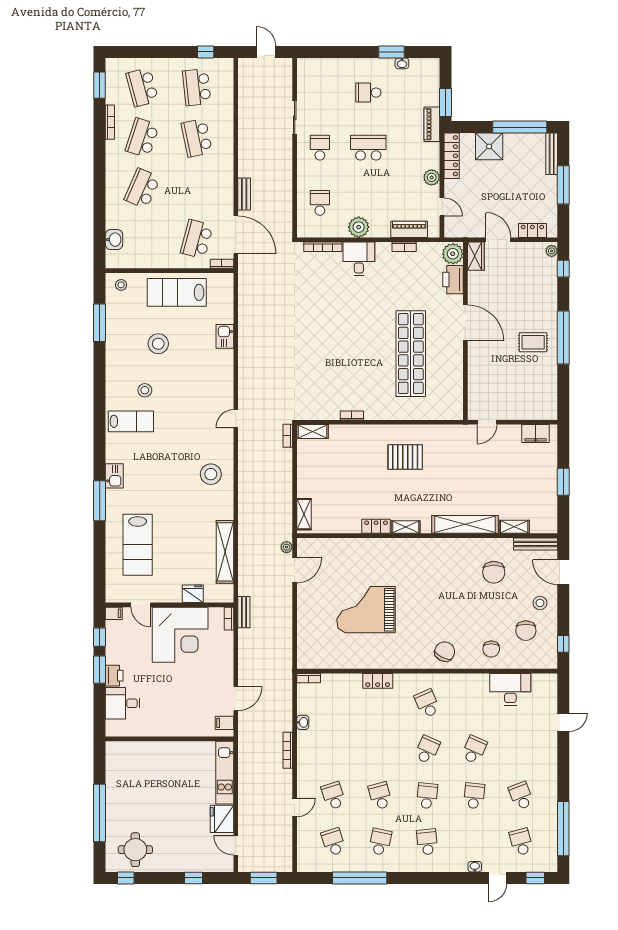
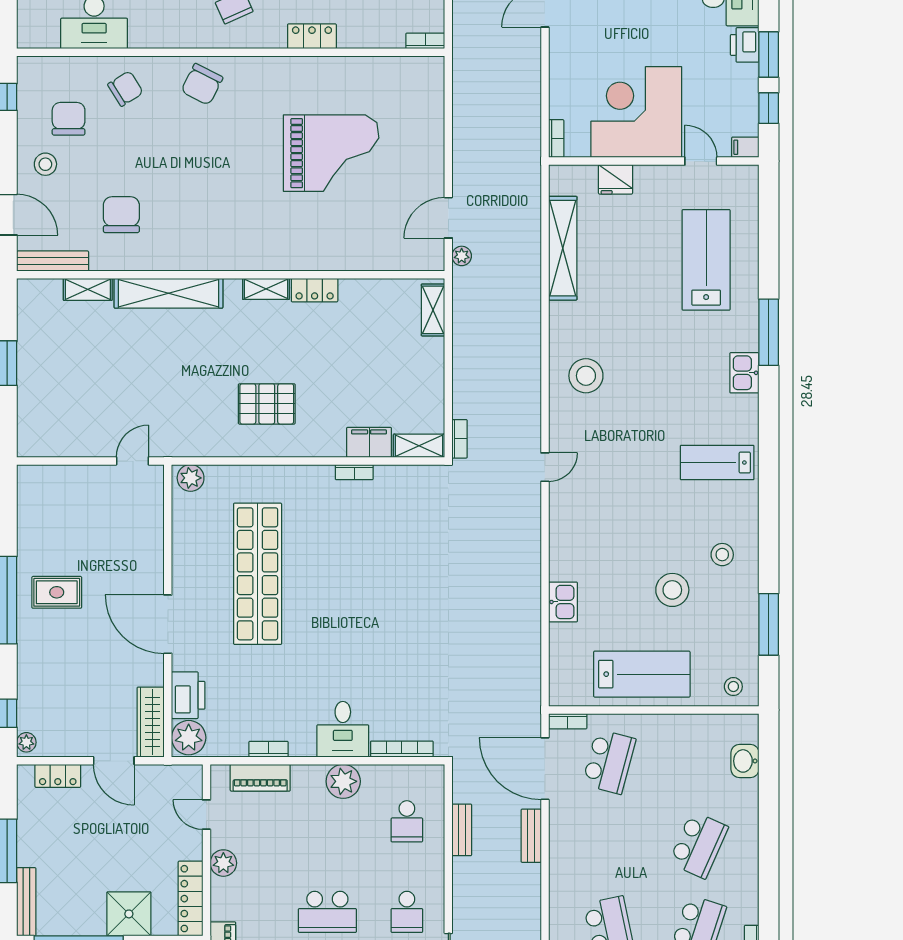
wardrobe: (476, 256) -> (151, 722), width x1.50
stool: (145, 390) -> (722, 555), moved
plant: (452, 412) -> (191, 478), added
filing cabinet: (536, 434) -> (369, 442), moved
bench: (244, 612) -> (462, 830), moved
chair: (491, 649) -> (125, 89), turned 58

